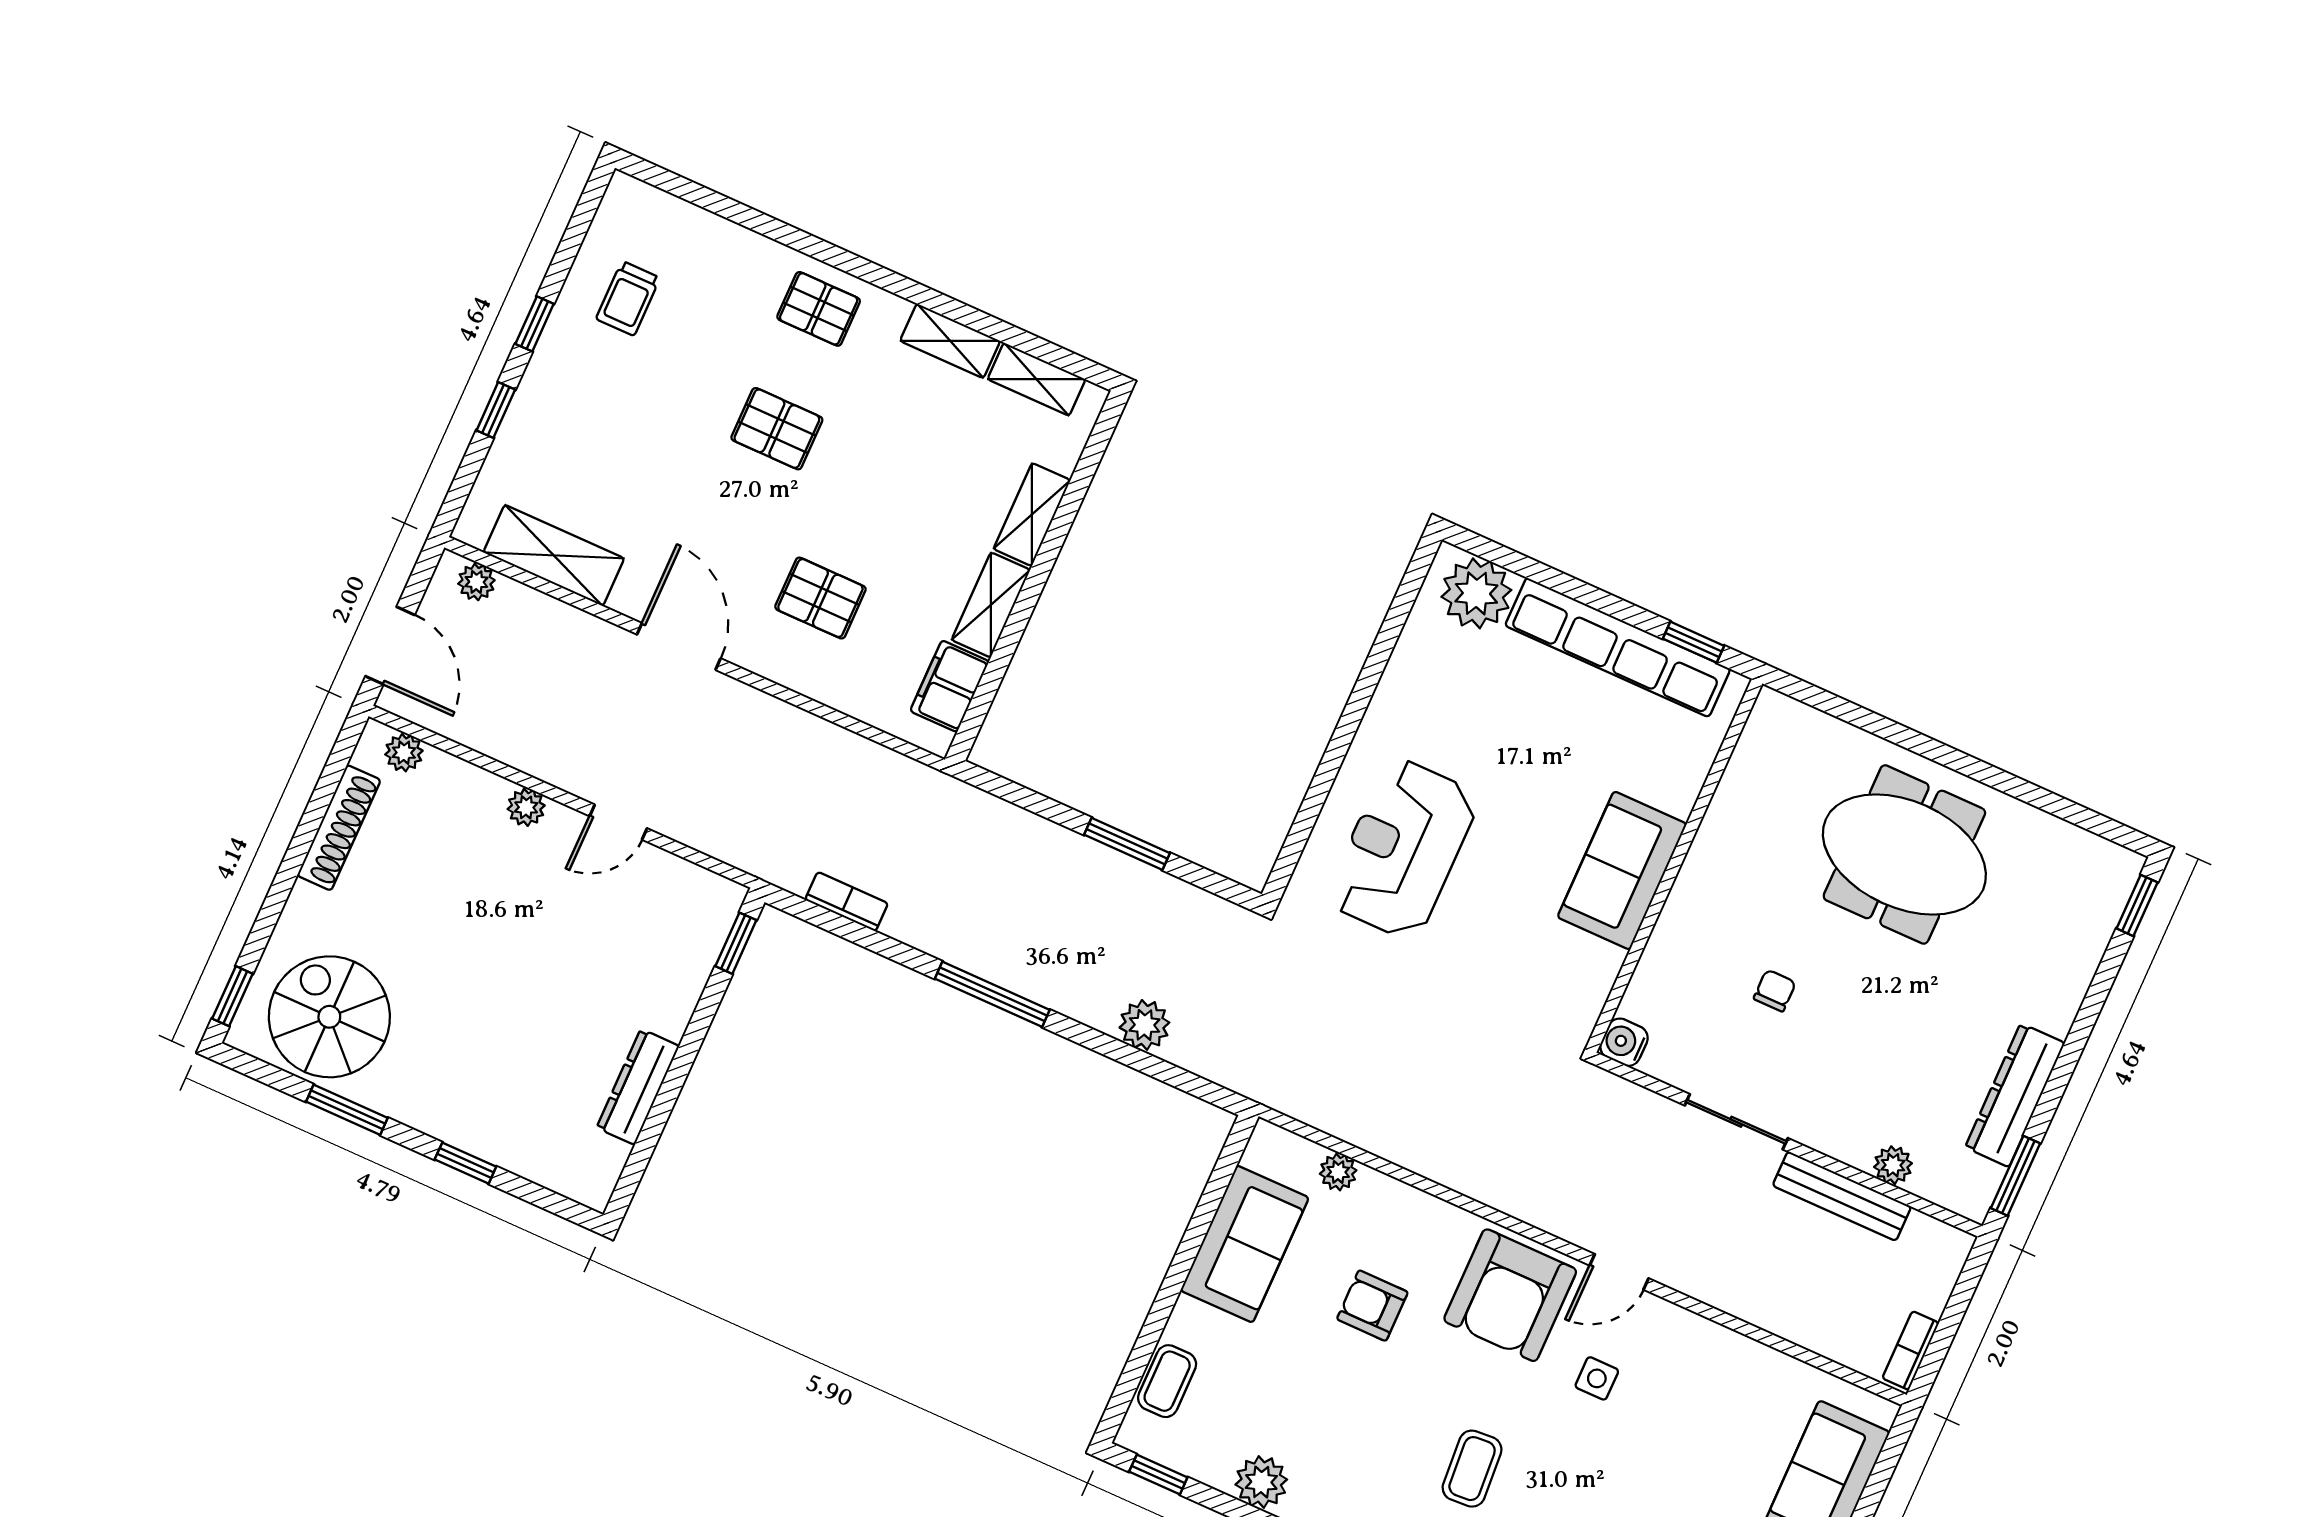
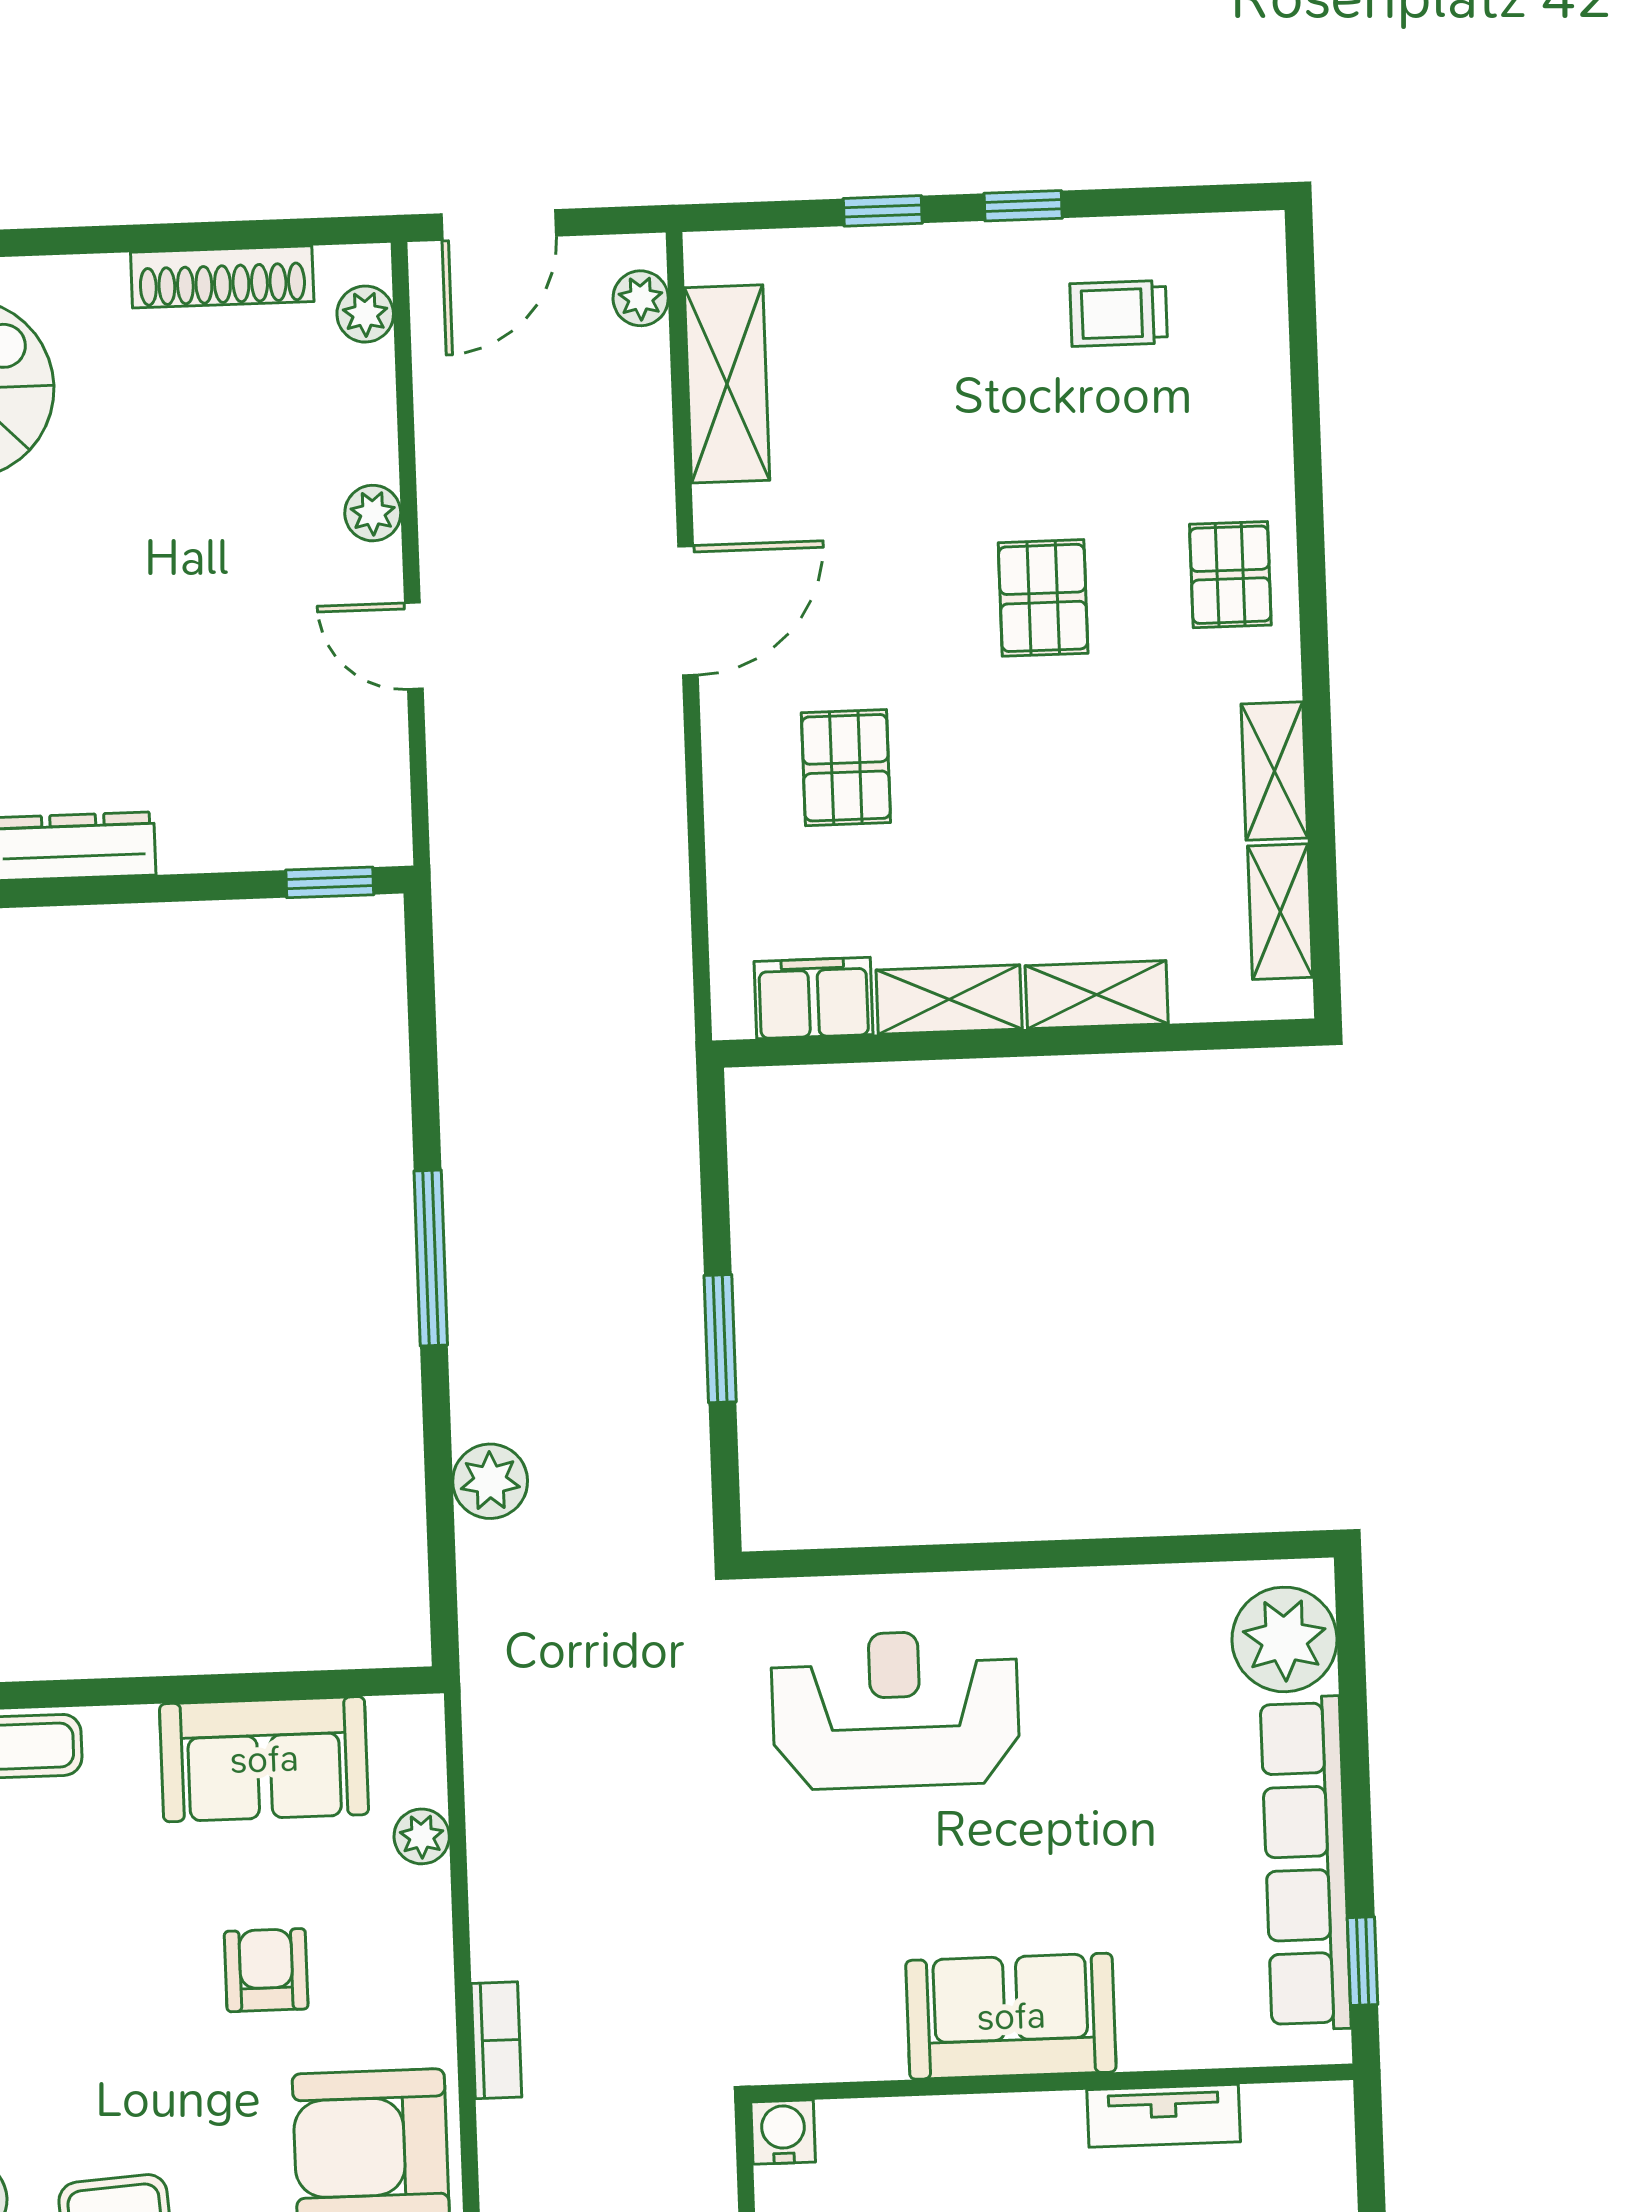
tv unit: (1727, 808) -> (1164, 2116), added
bookcase: (847, 902) -> (496, 2040), moved

